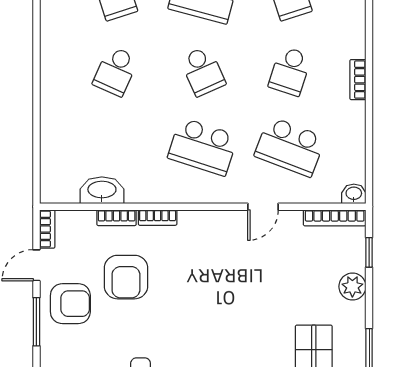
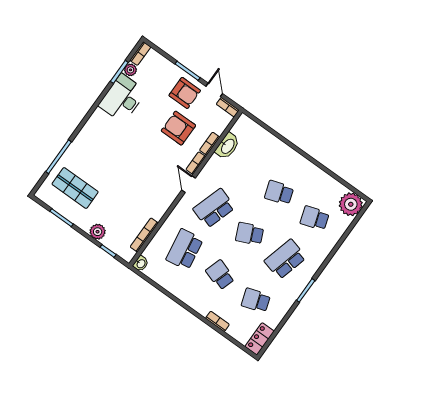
school desk: (116, 71) -> (279, 193), turned -42
bookcase: (358, 80) -> (217, 321), moved
school desk: (290, 147) -> (185, 249), turned -30
door: (263, 207) -> (189, 184), moved
bookcase: (335, 218) -> (144, 235), moved
armchair: (70, 304) -> (185, 93), turned -90

